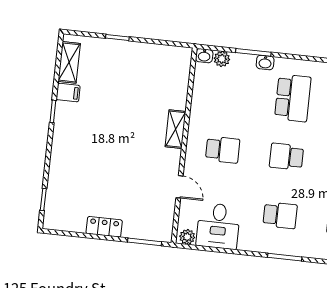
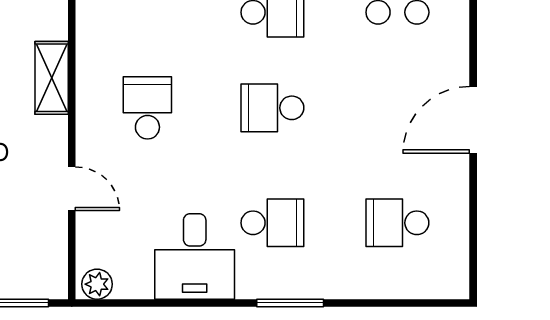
school desk: (223, 150) -> (147, 108), turned -90
desk: (218, 226) -> (195, 256), moved

